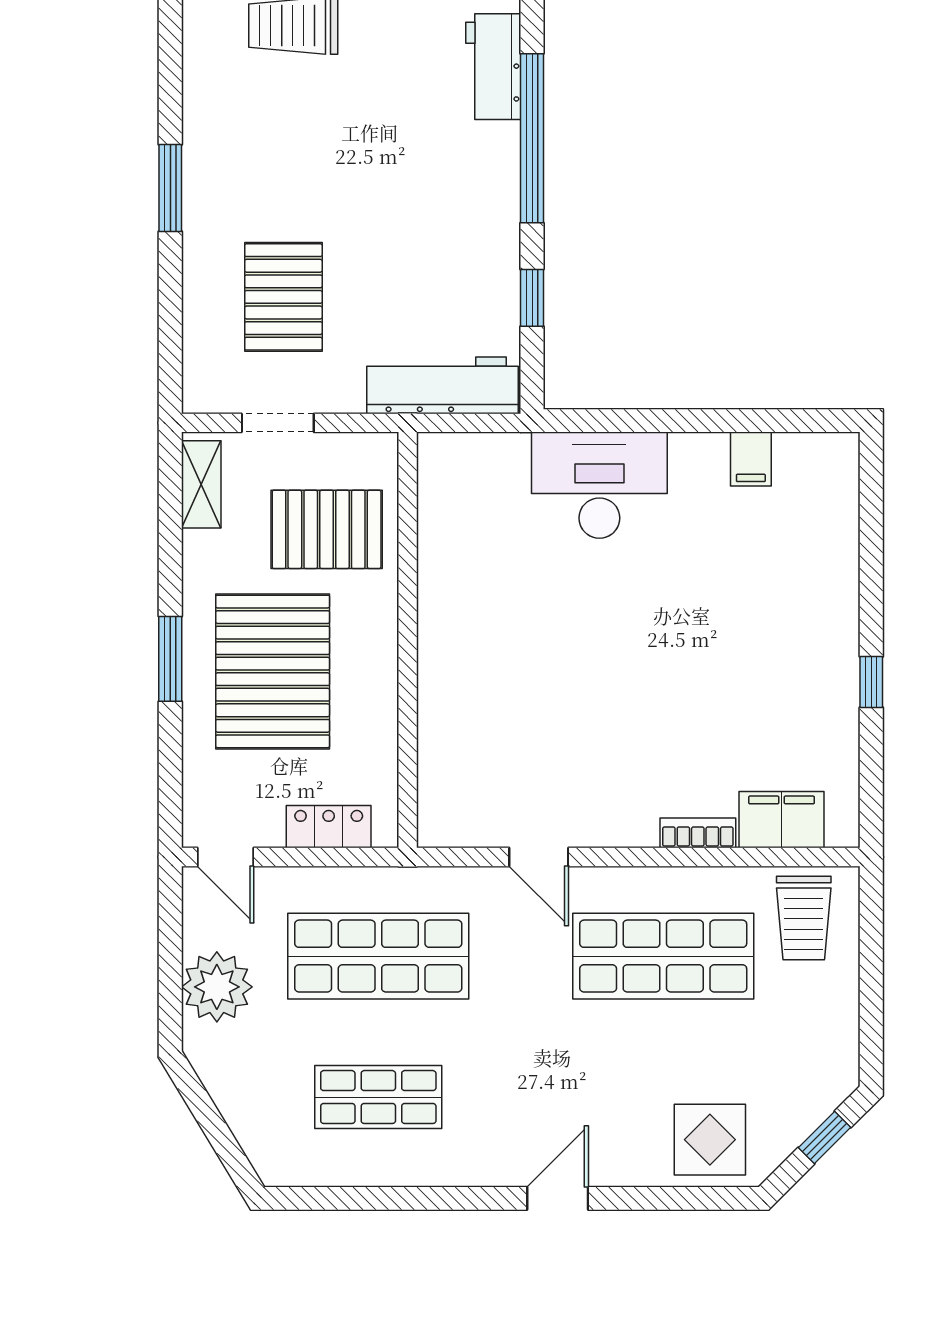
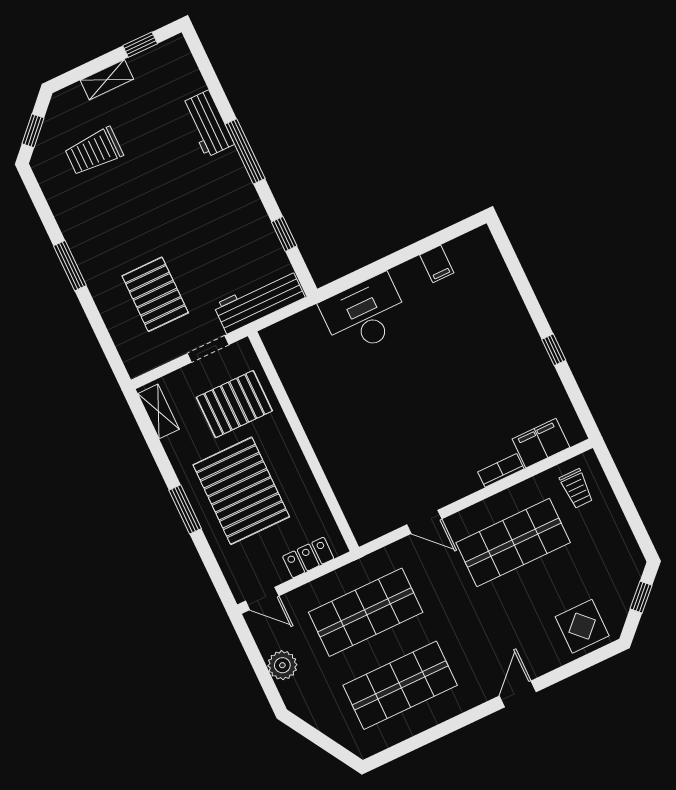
window: (532, 138) -> (245, 151), width x0.68
doorway: (278, 423) -> (208, 349), moved
trolley: (804, 918) -> (577, 489), width x0.73, depth x0.72
plant: (217, 987) -> (282, 665), width x0.73, depth x0.73
shop shelf: (378, 1097) -> (400, 685), width x1.43, depth x1.36

